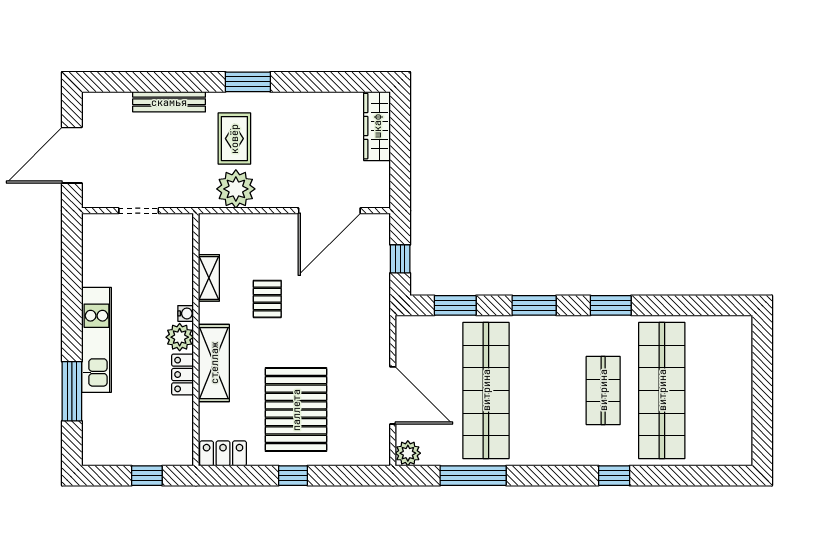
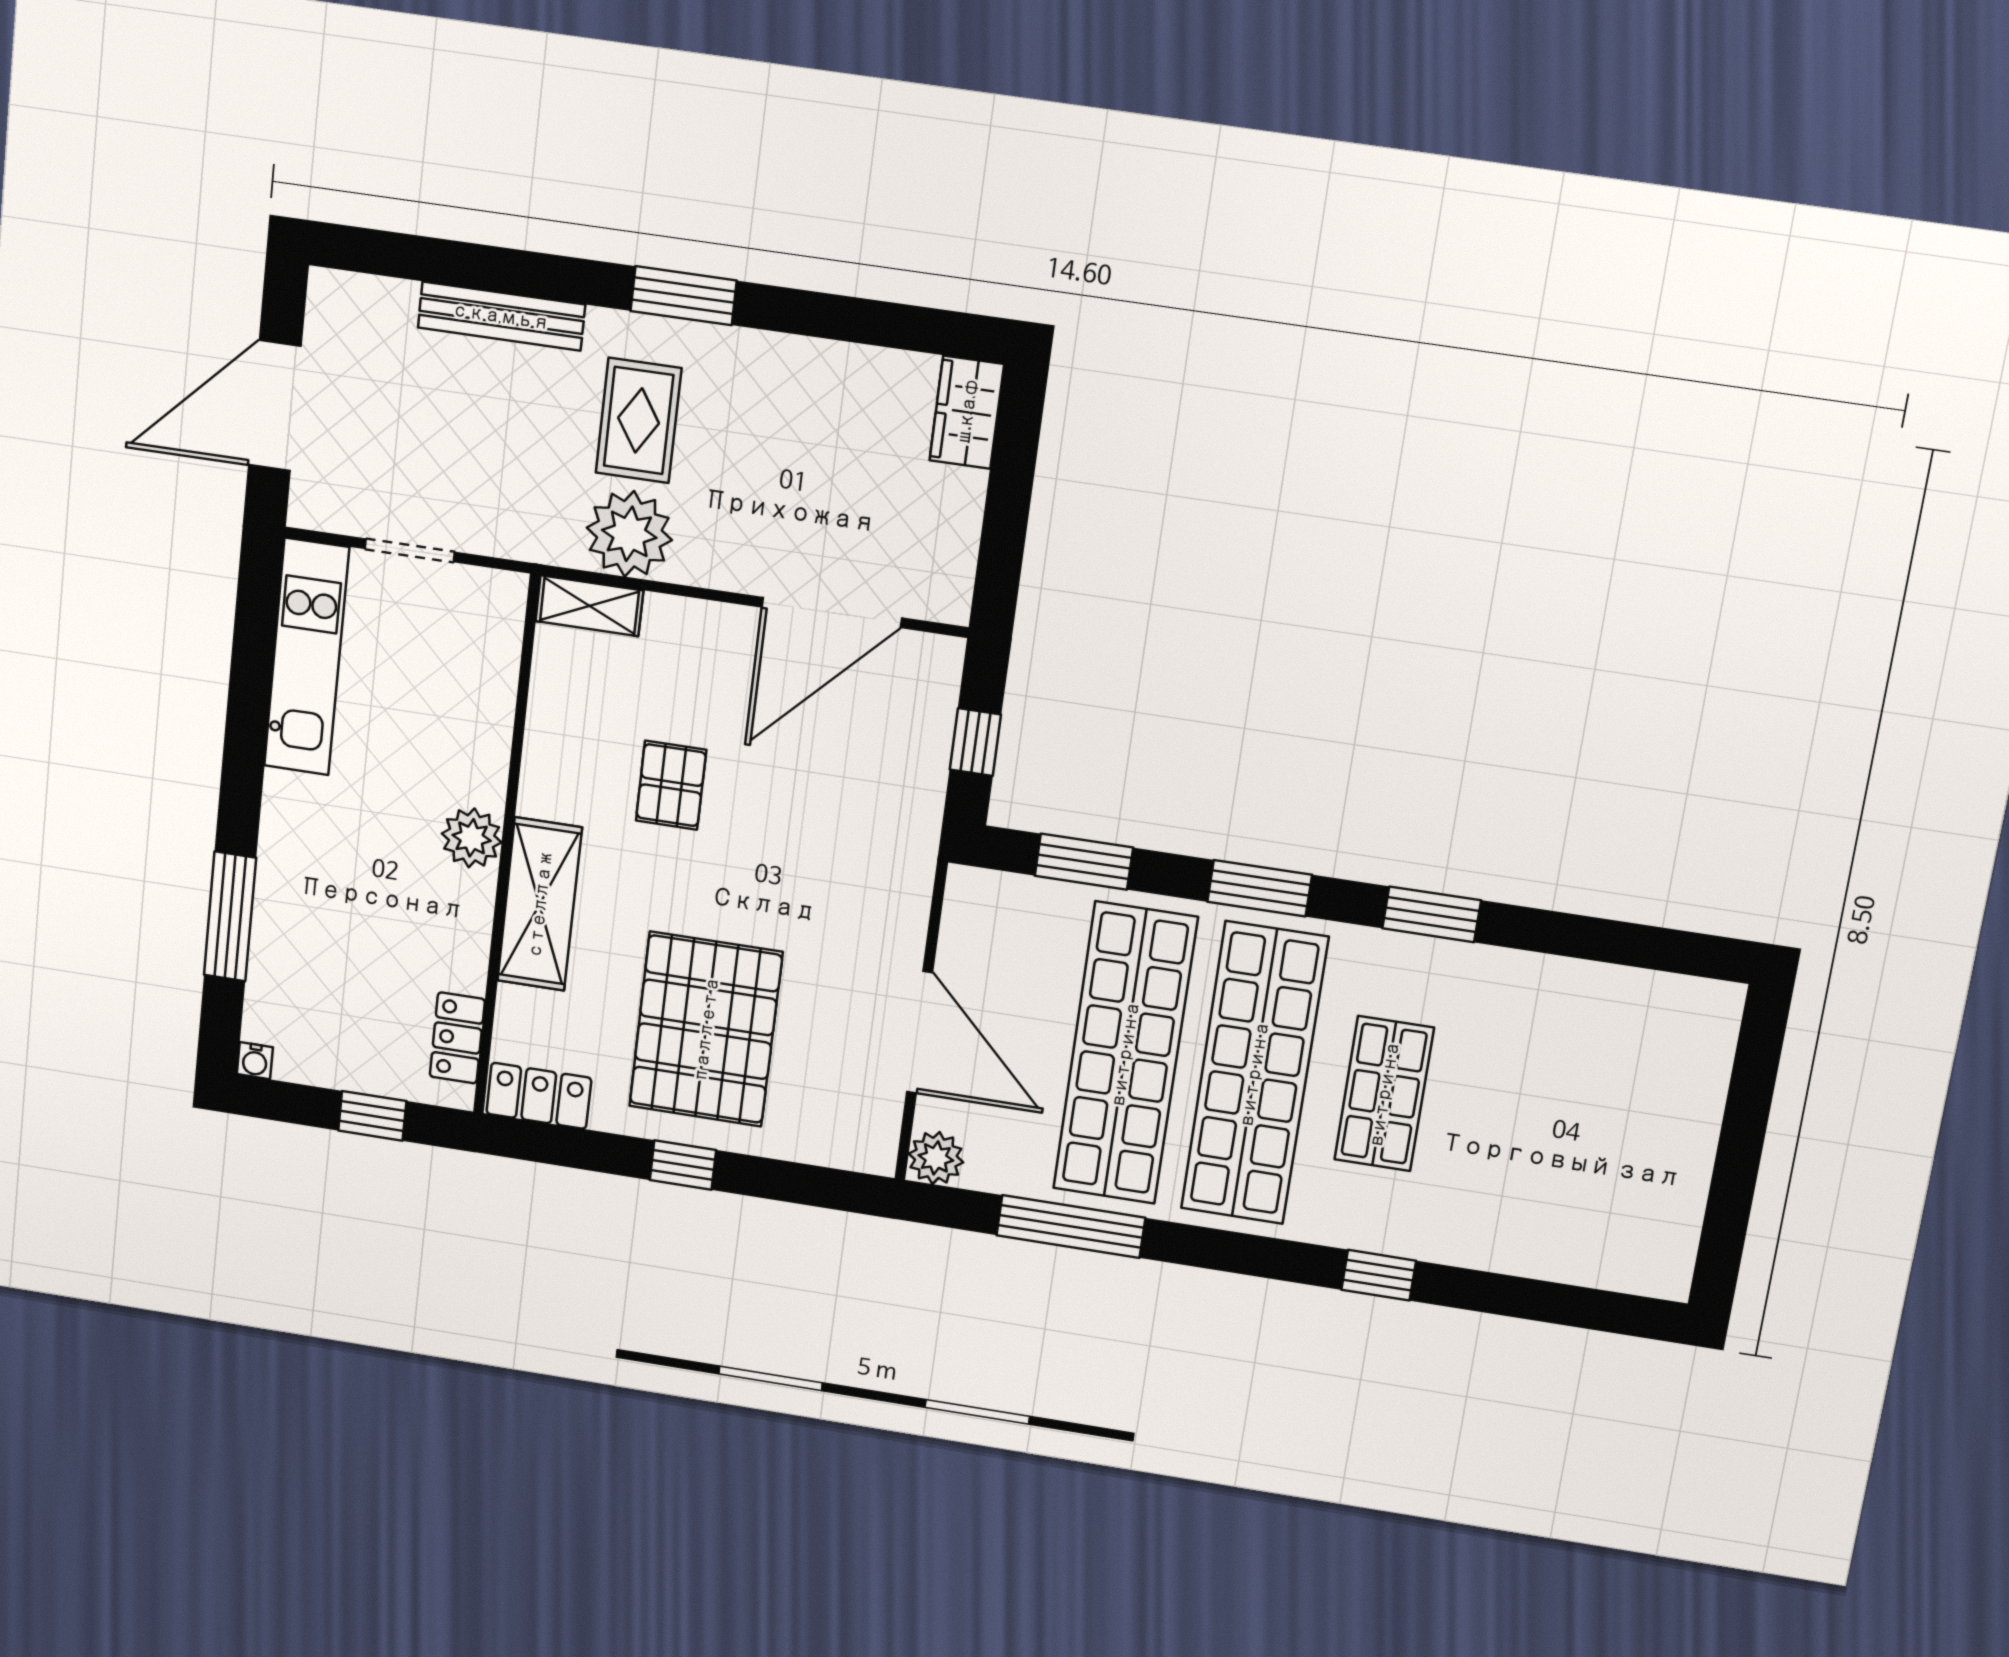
wardrobe: (377, 126) -> (967, 412), width x0.67
shelving: (209, 278) -> (589, 606), moved, turned 90
water cooler: (186, 313) -> (255, 1061), moved, turned 90
kitchen unit: (97, 340) -> (307, 657), moved
locker: (183, 375) -> (457, 1038), moved
shop shelf: (662, 390) -> (1254, 1074), moved

